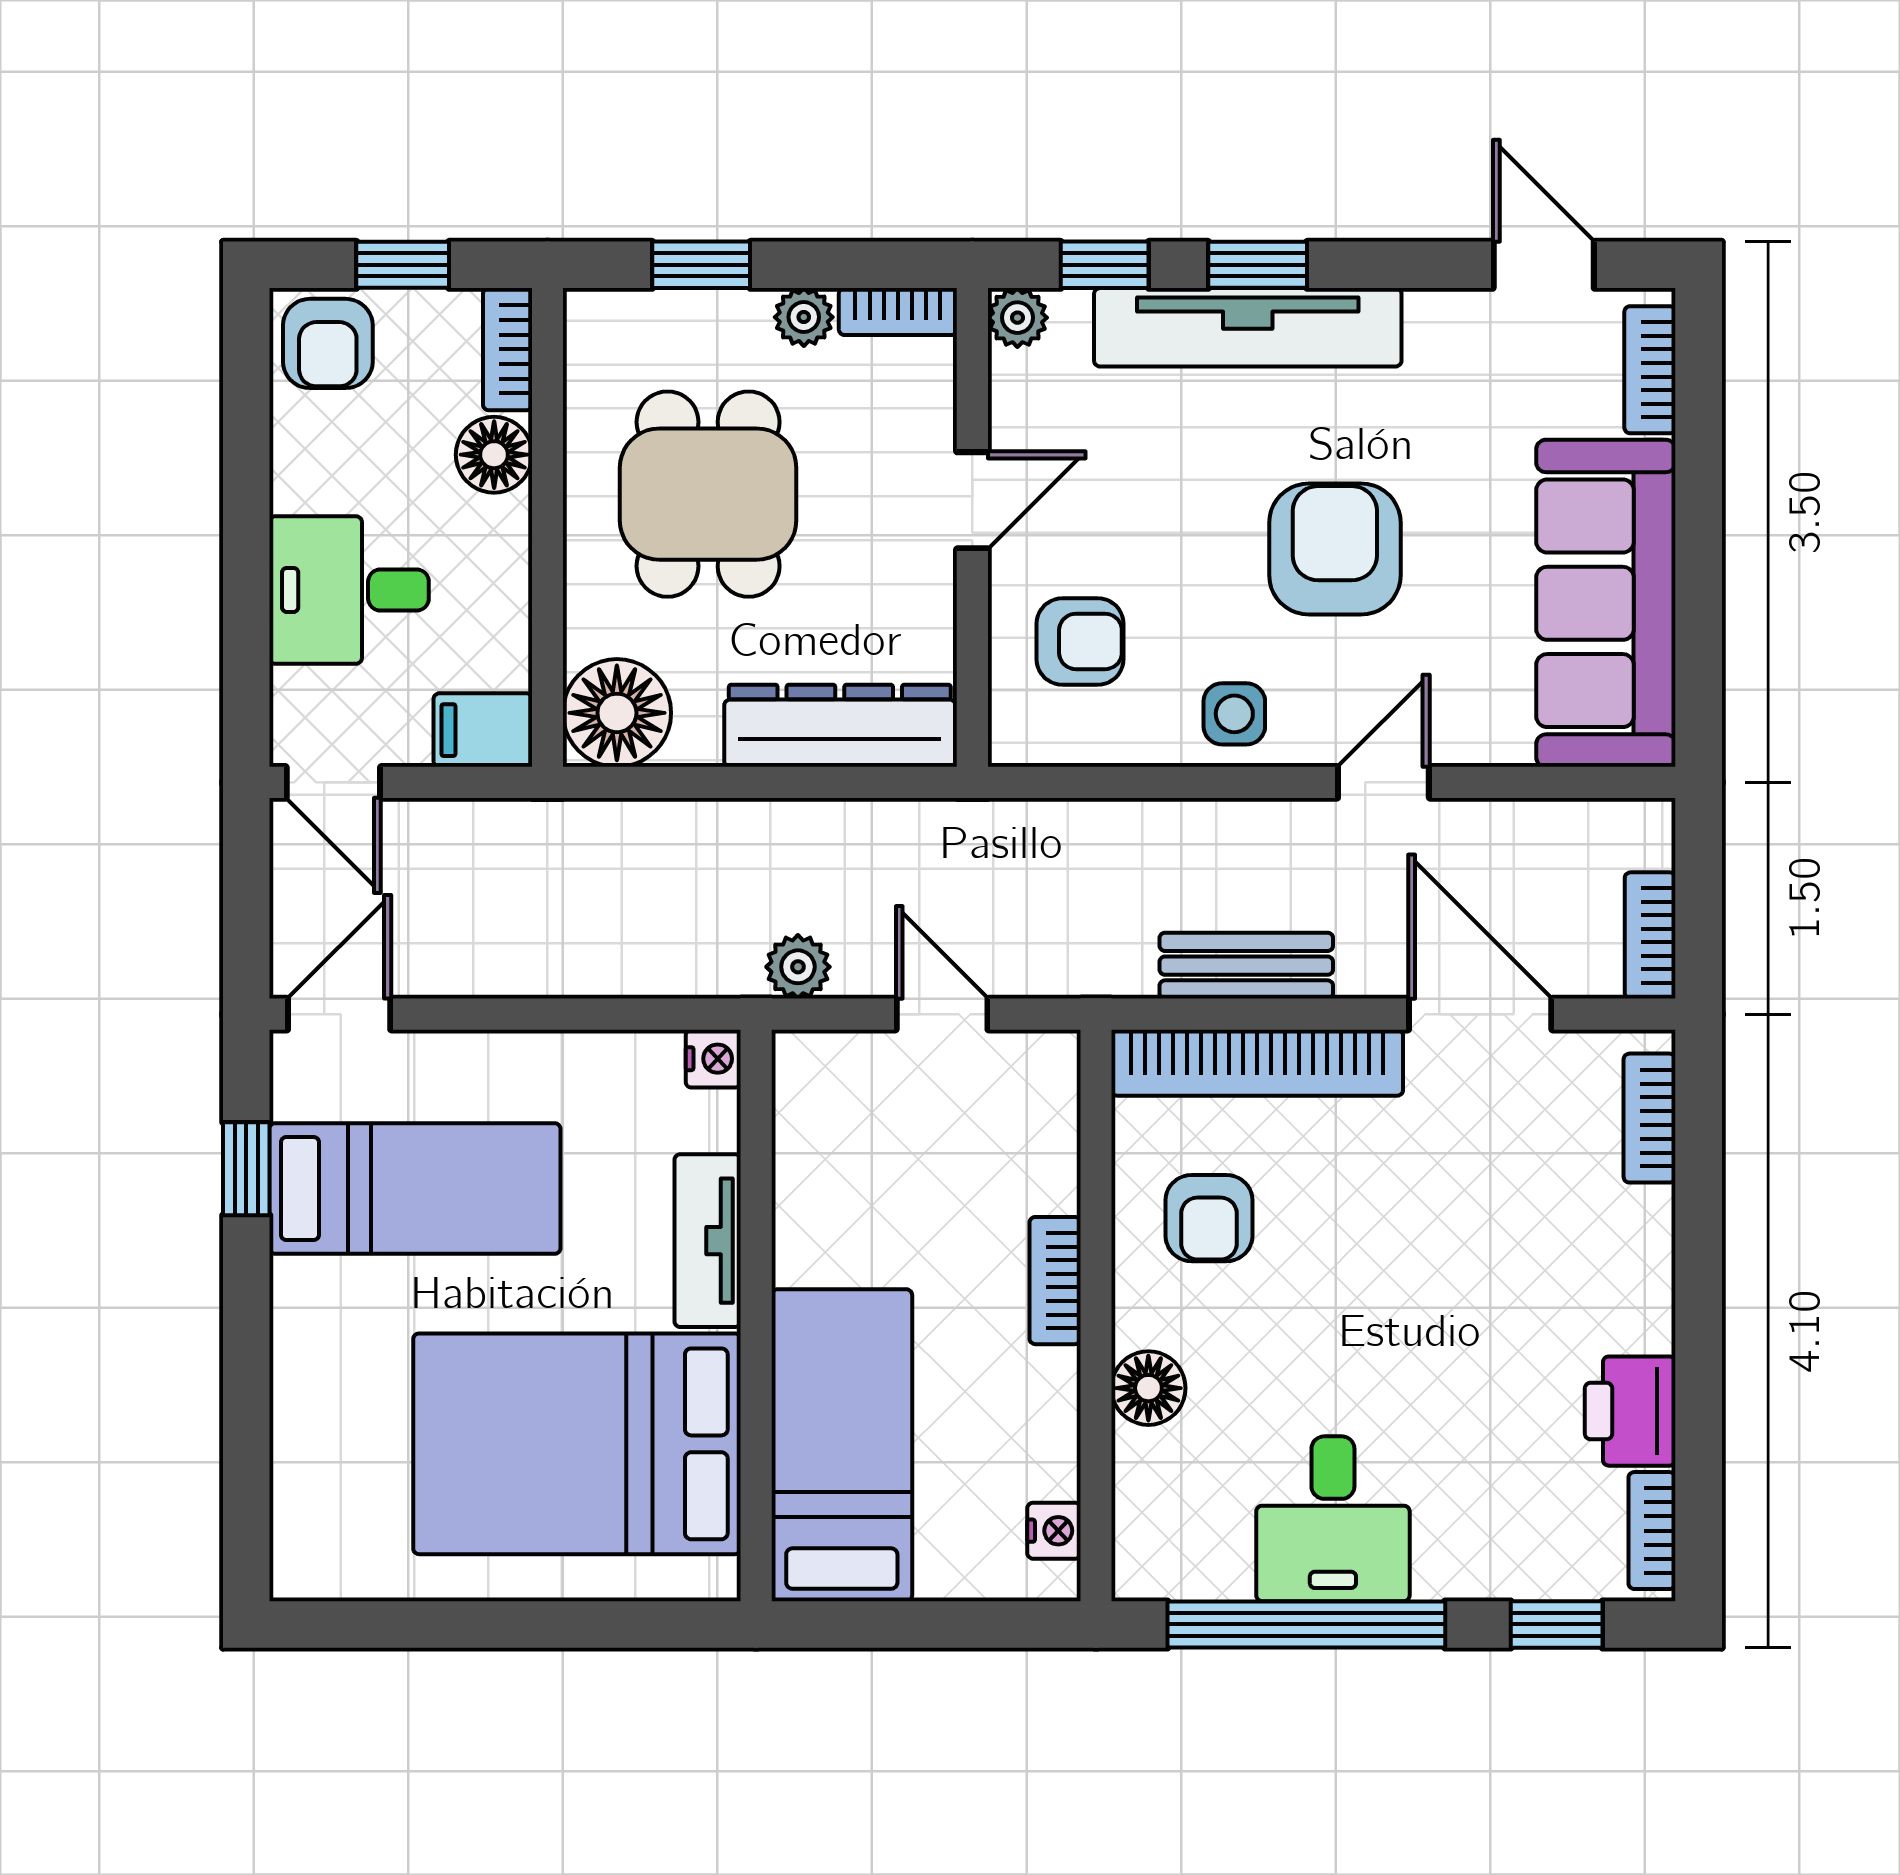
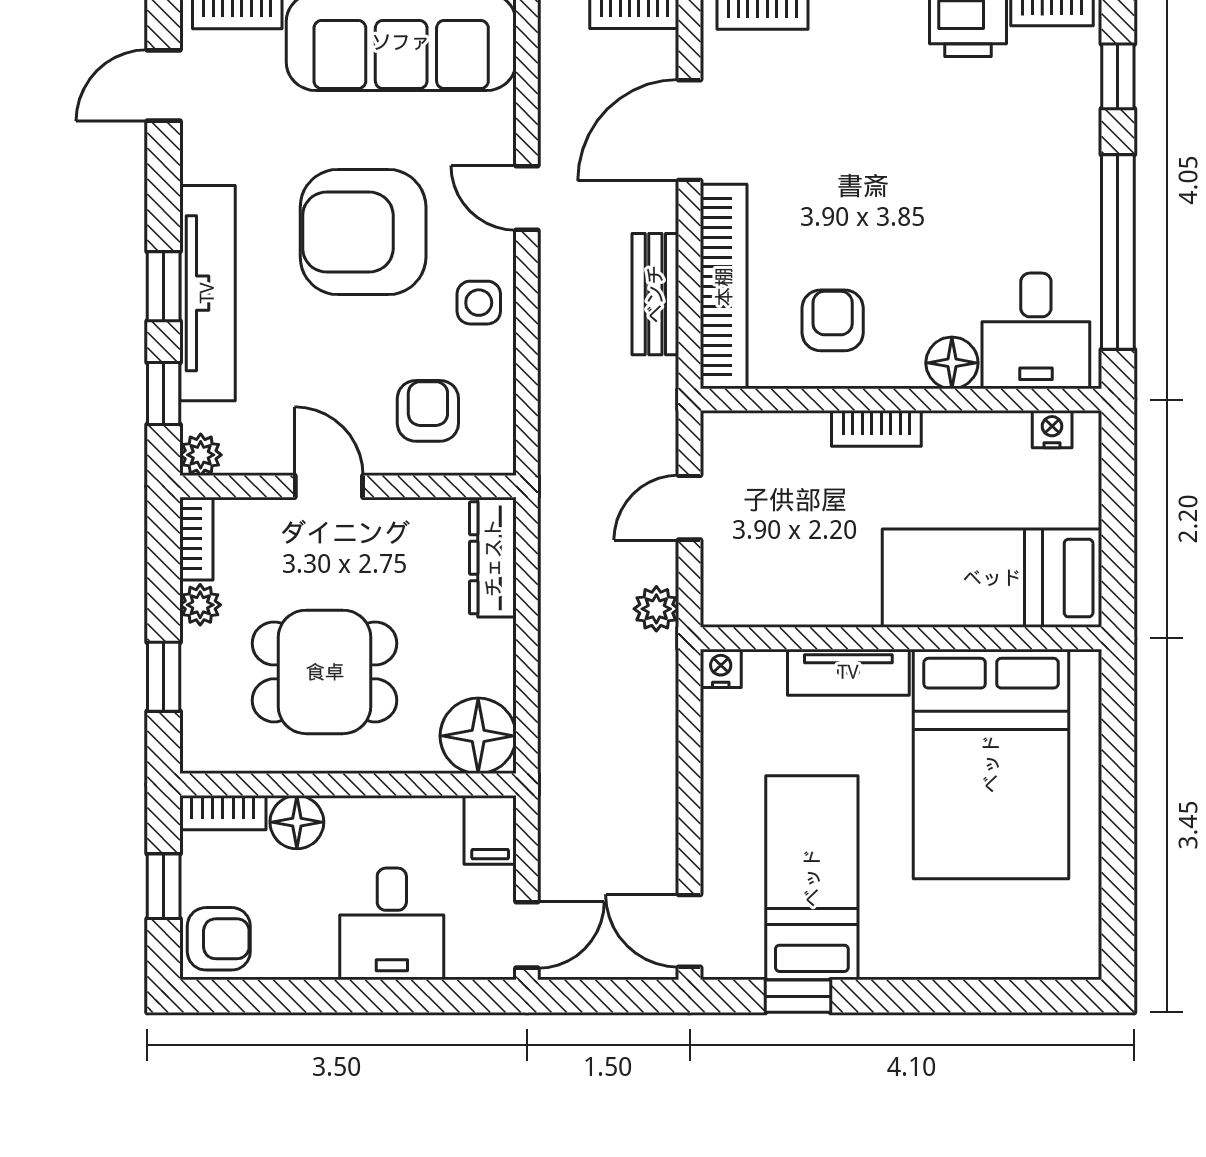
armchair: (1335, 549) -> (363, 232), width x1.36, depth x1.36
dresser: (840, 726) -> (493, 558), width x0.73, depth x0.80
armchair: (1209, 1218) -> (833, 320), turned -90
desk: (1333, 1519) -> (1036, 331), moved, turned 90

